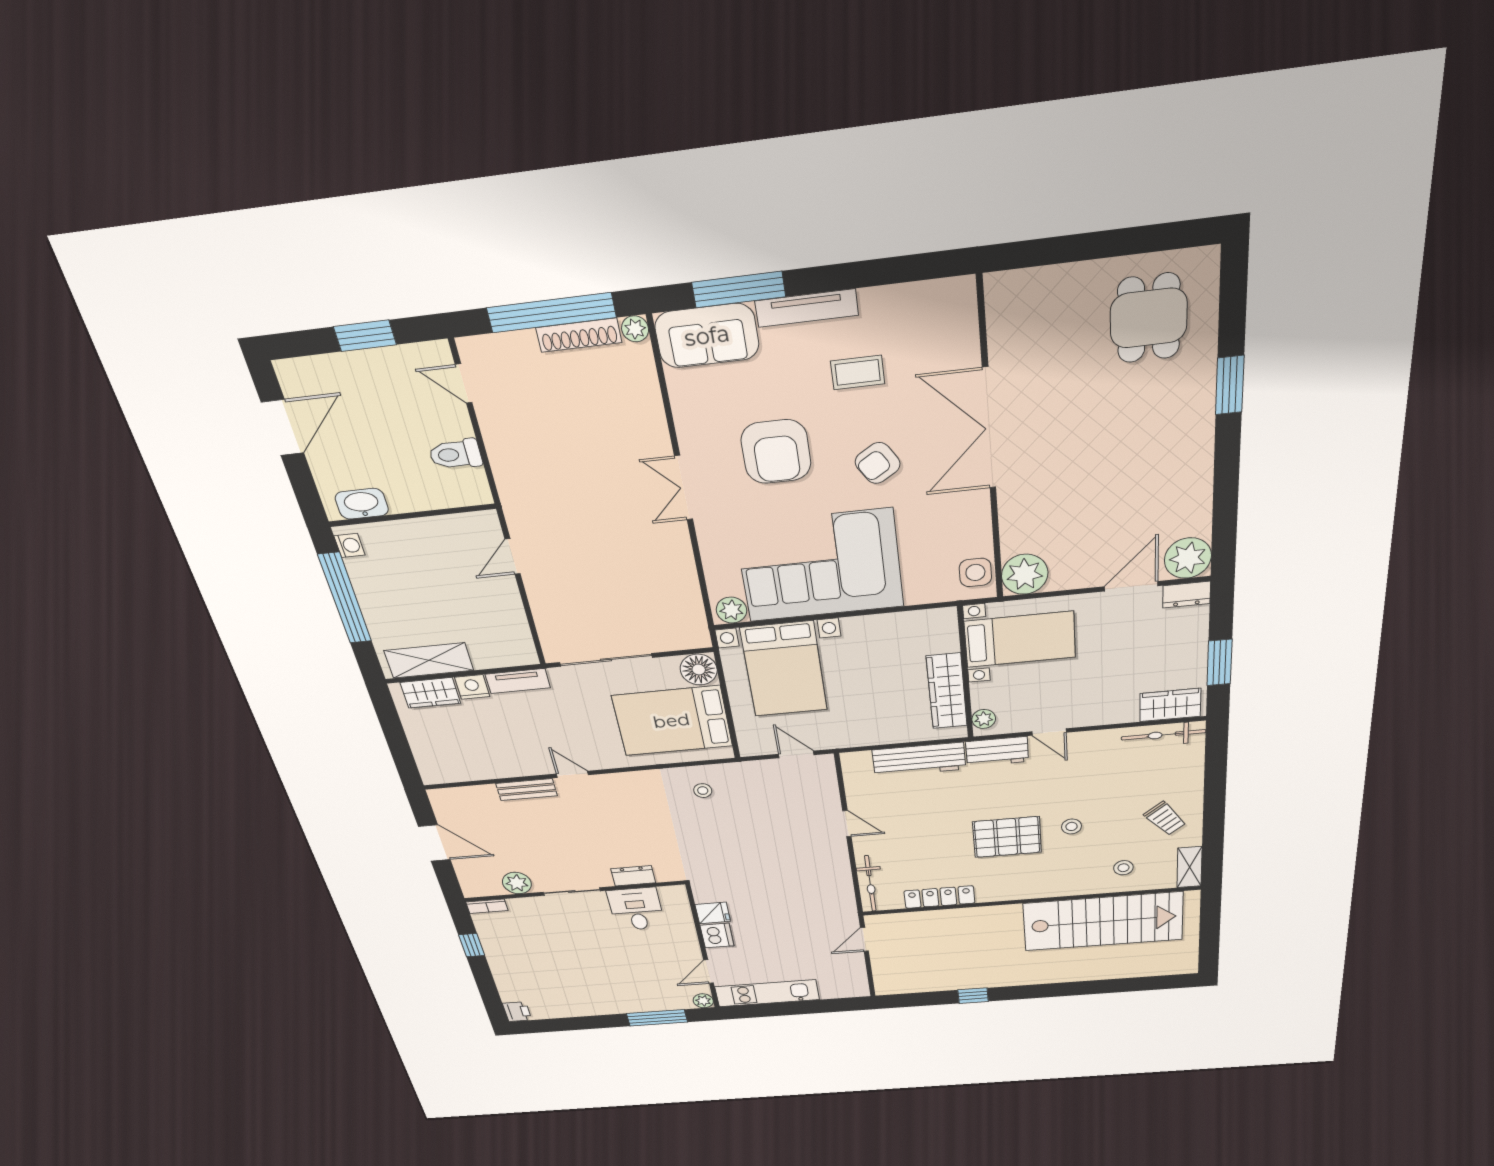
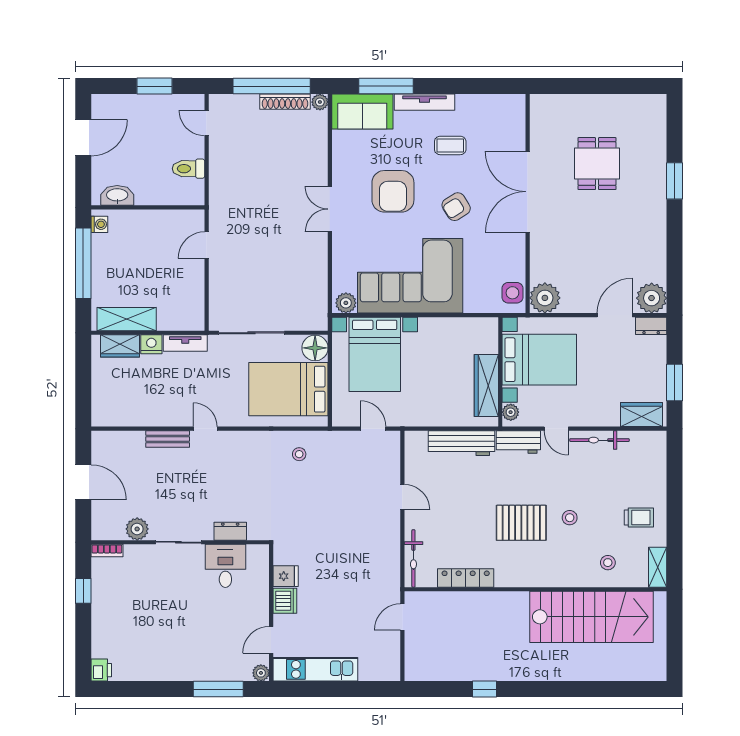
dining table: (1149, 318) -> (597, 164), moved
bed with nightstands: (1020, 639) -> (539, 360), width x1.36
bicycle: (1164, 735) -> (599, 440), moved
trolley: (1165, 819) -> (639, 517), turned -52

